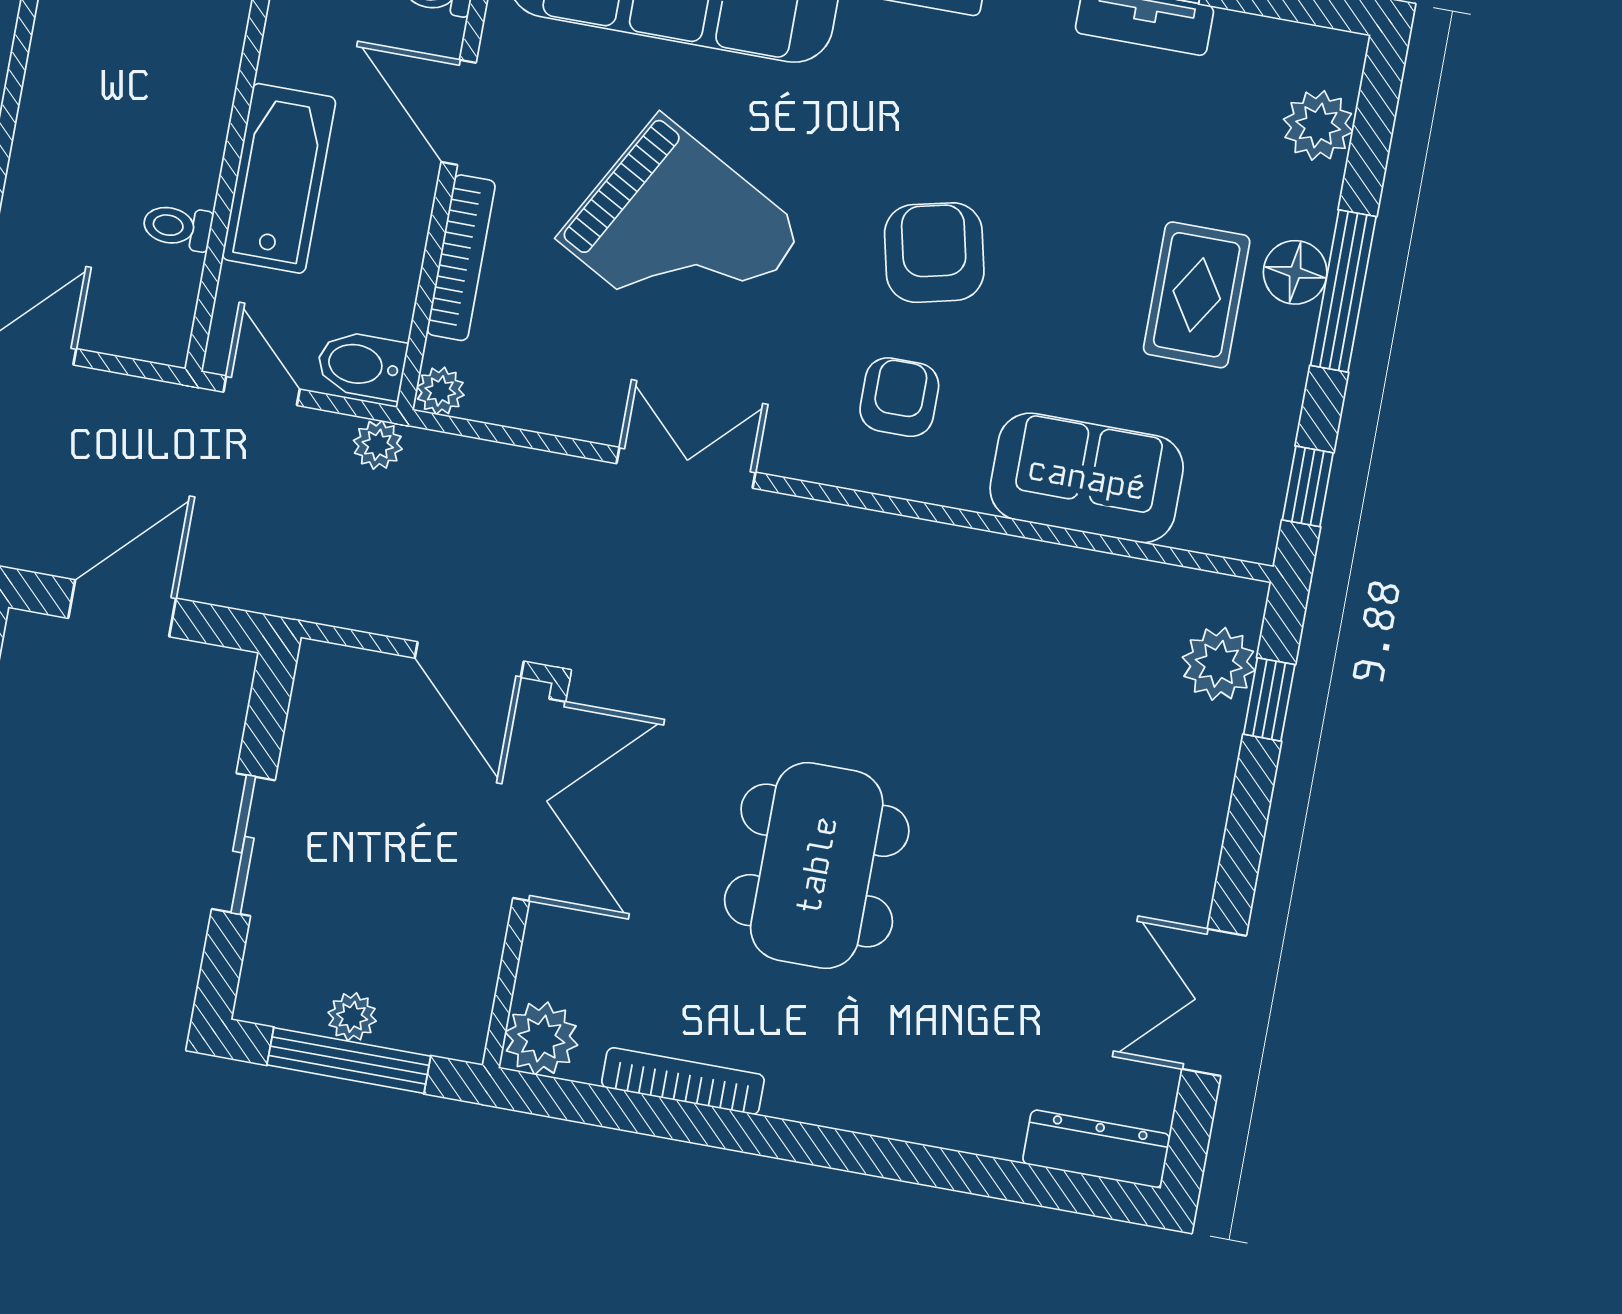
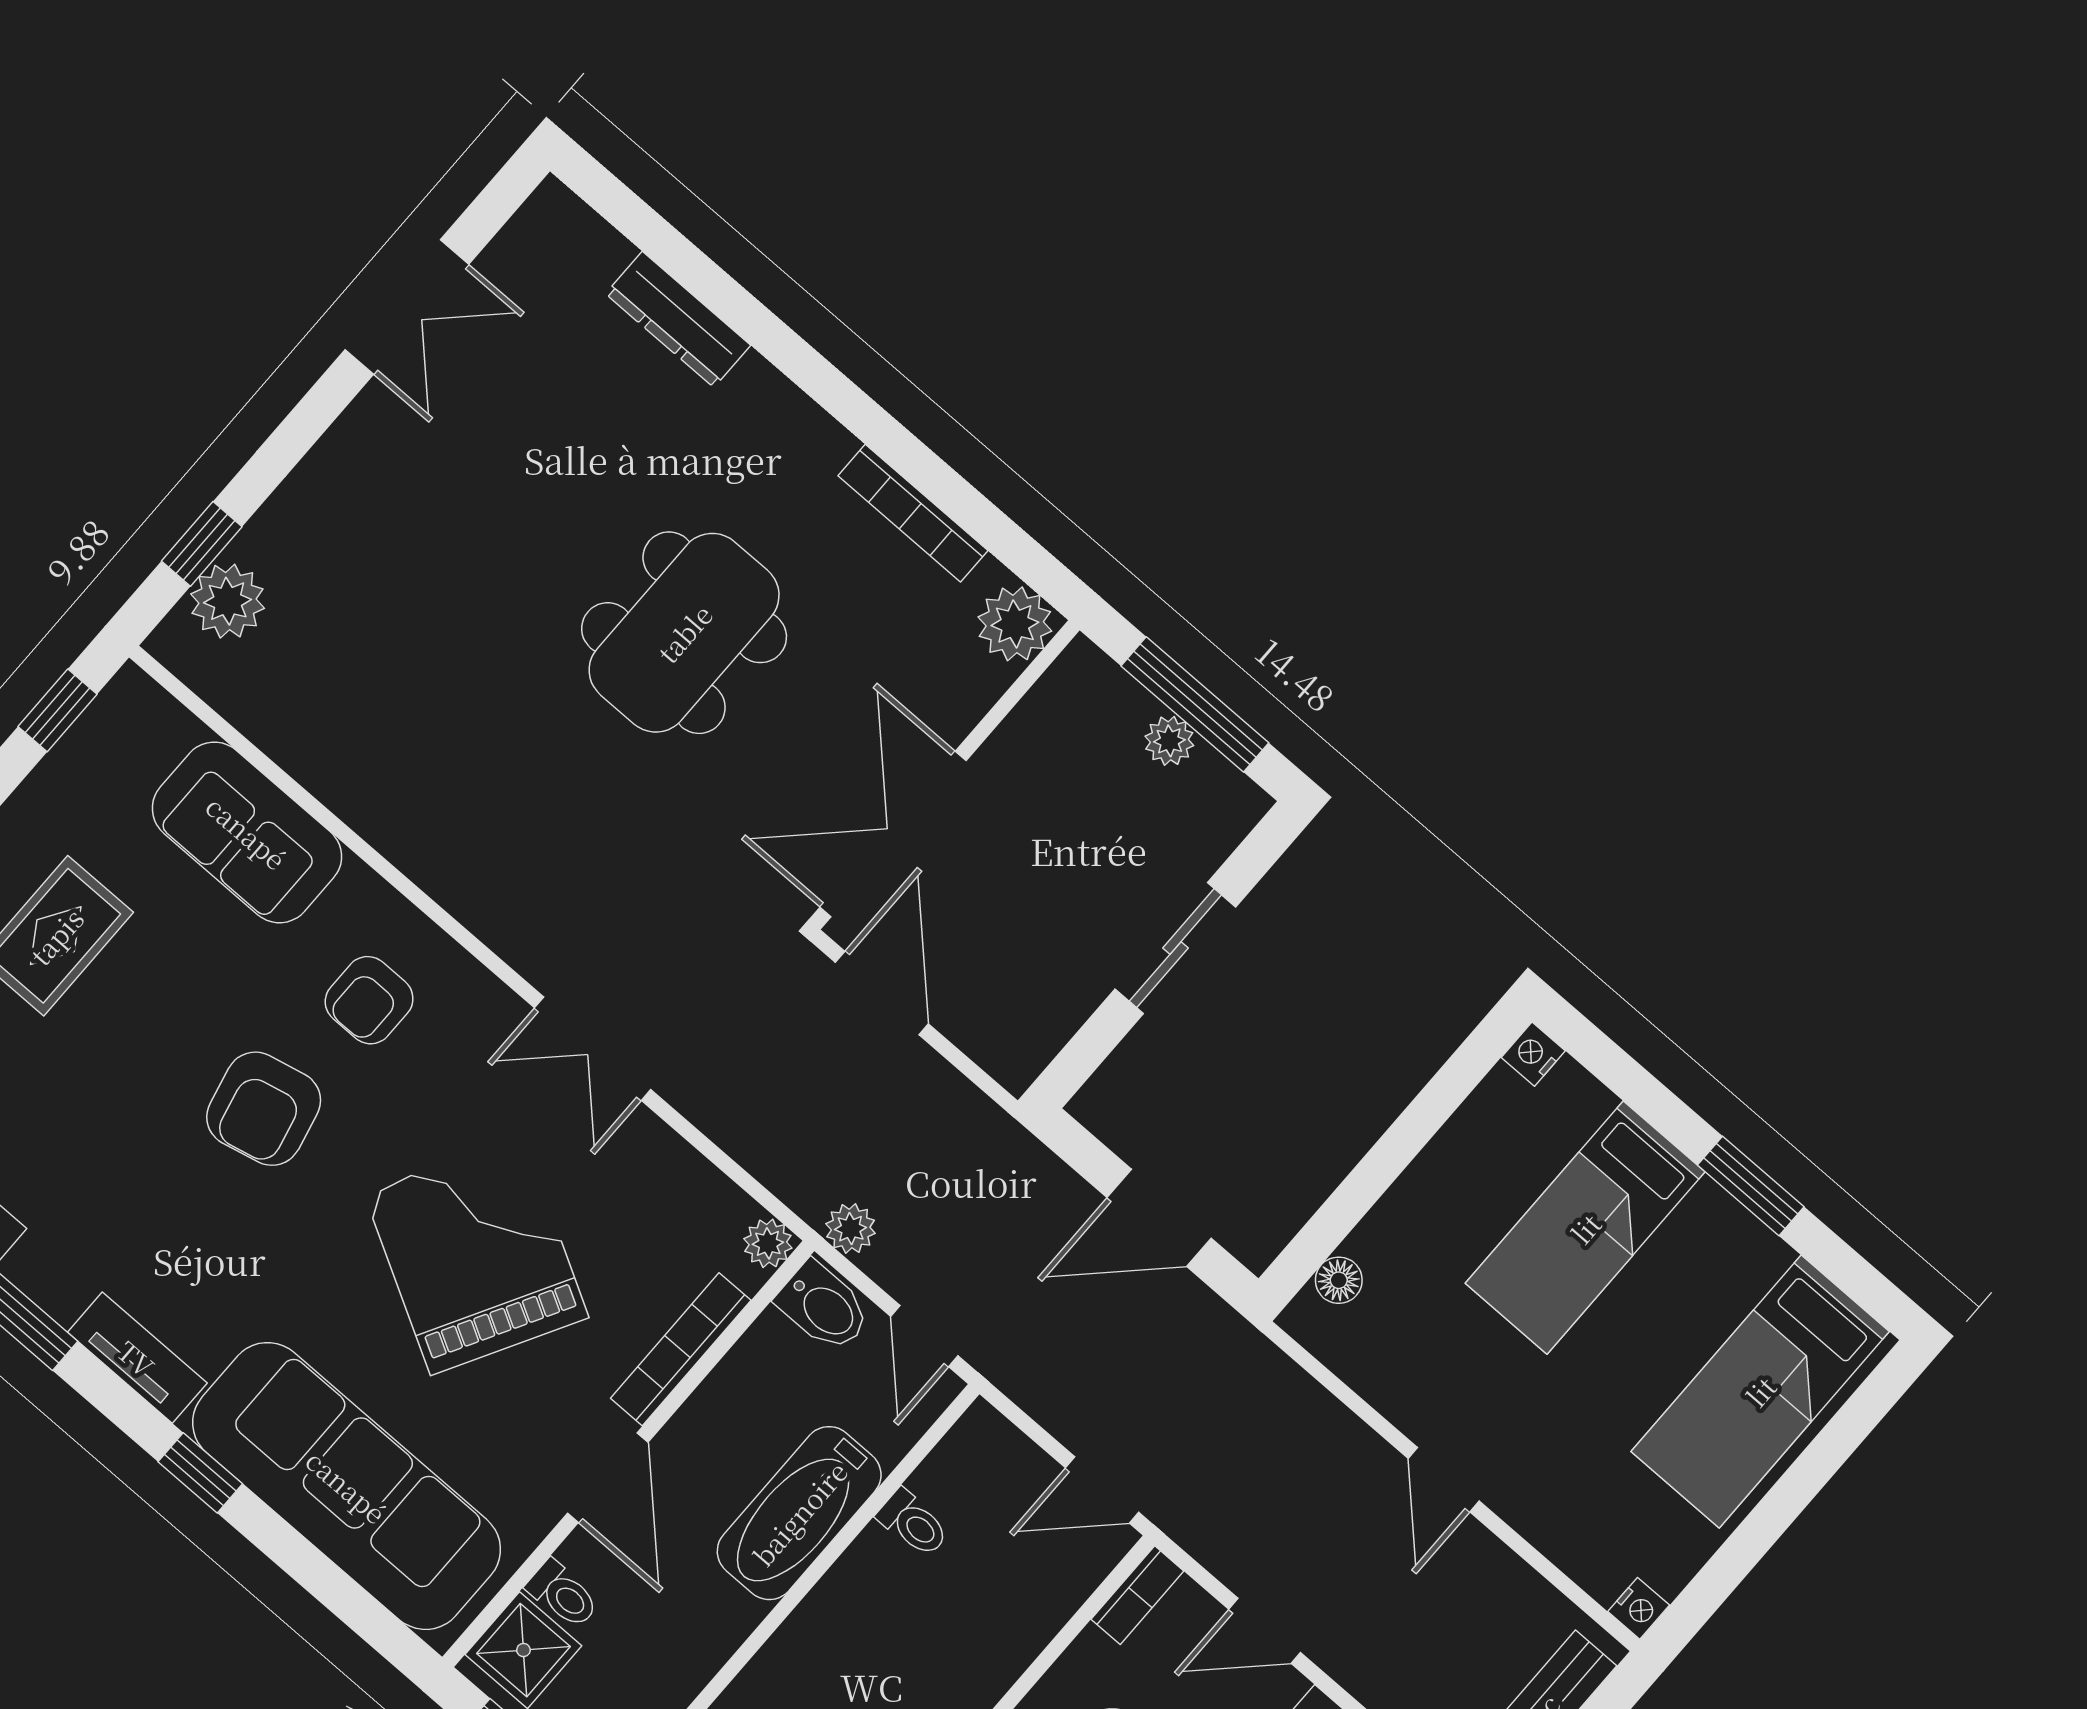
dresser: (1096, 1149) -> (678, 319), moved

